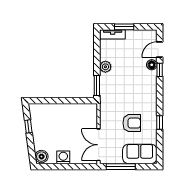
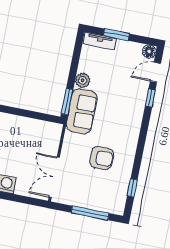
floor lamp: (152, 65) -> (149, 51), moved
window: (160, 123) -> (132, 188), moved
sofa: (140, 154) -> (82, 111), moved, turned 90
window: (121, 167) -> (90, 213), moved

